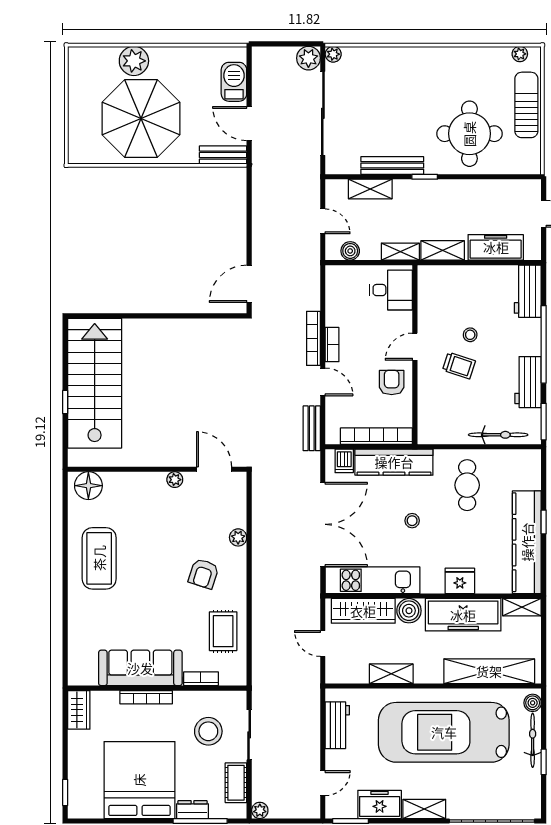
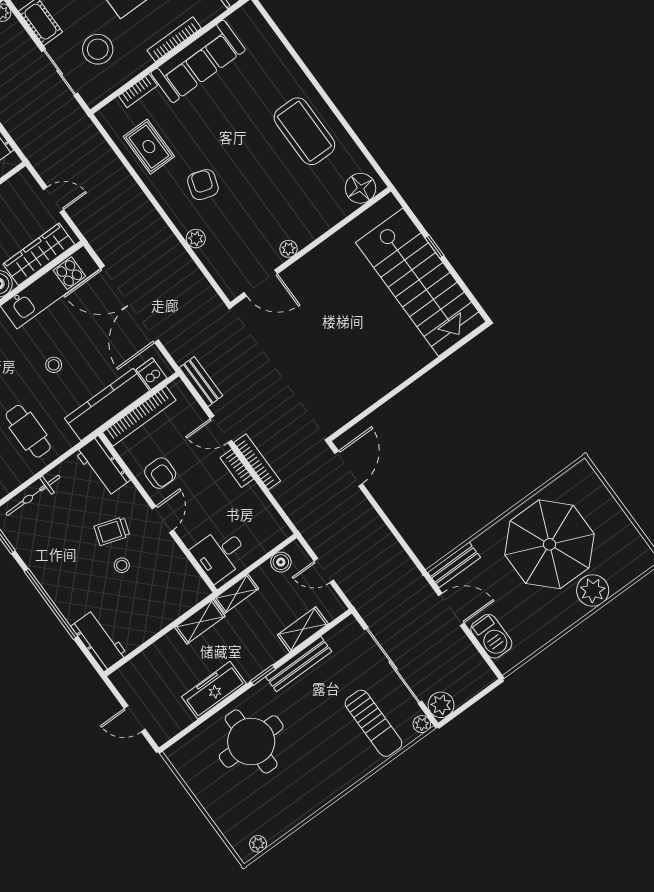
sun lounger: (526, 105) -> (373, 723), moved
freezer: (496, 247) -> (214, 690), moved, turned 180
workbench: (528, 382) -> (103, 466), moved, turned 180

